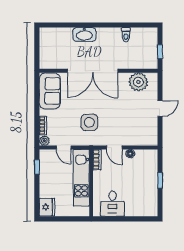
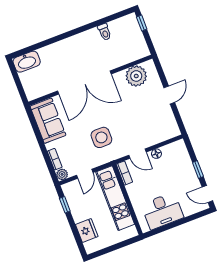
washbasin: (84, 34) -> (27, 62), moved
window: (160, 52) -> (142, 23), moved
door: (64, 147) -> (85, 174), hinge flipped
desk: (112, 204) -> (162, 211), width x1.37
door: (160, 204) -> (207, 194), added
fridge: (47, 207) -> (87, 231), moved

